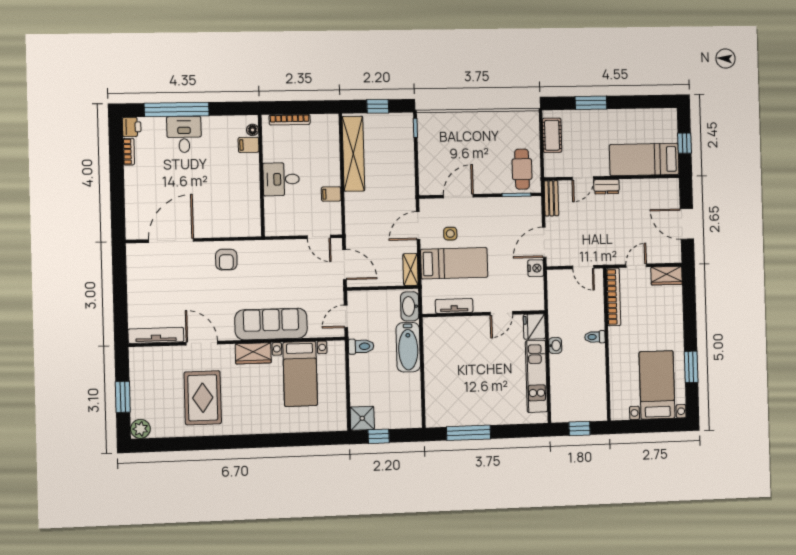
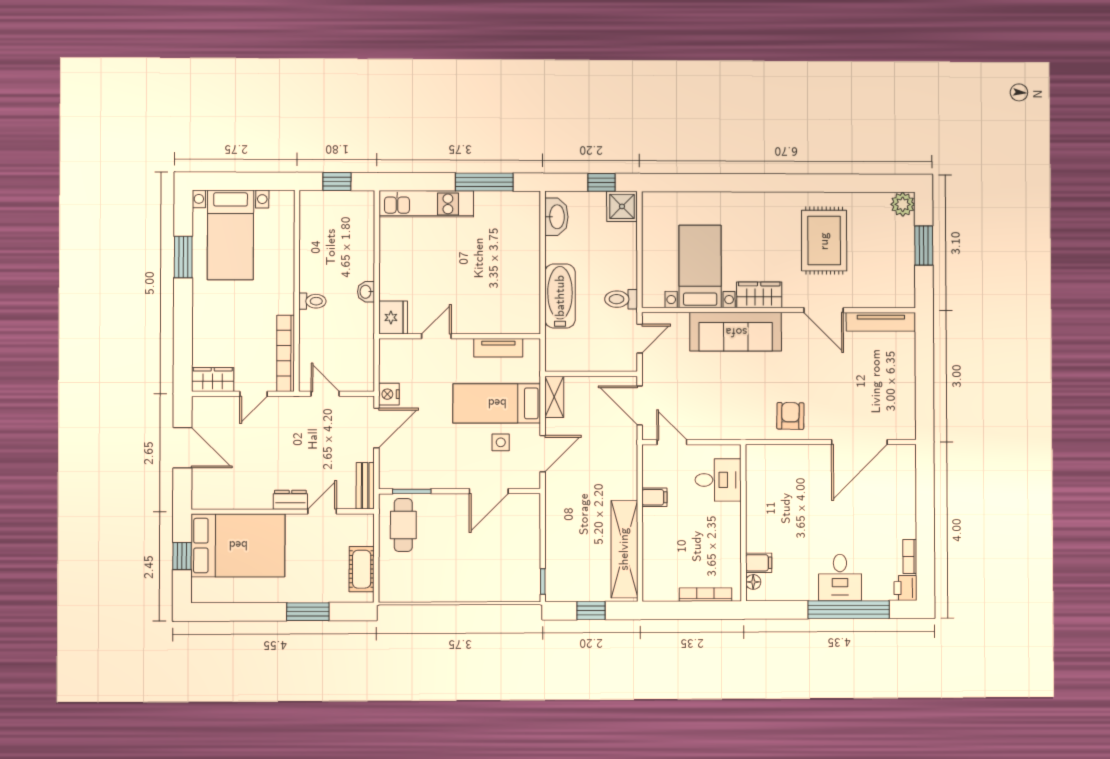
bed: (644, 159) -> (238, 545), width x1.50
desk: (281, 179) -> (718, 480), moved
washbasin: (410, 306) -> (556, 217), moved
kitchen unit: (536, 376) -> (426, 204), moved, turned 90

